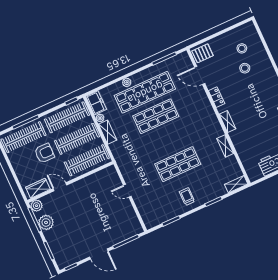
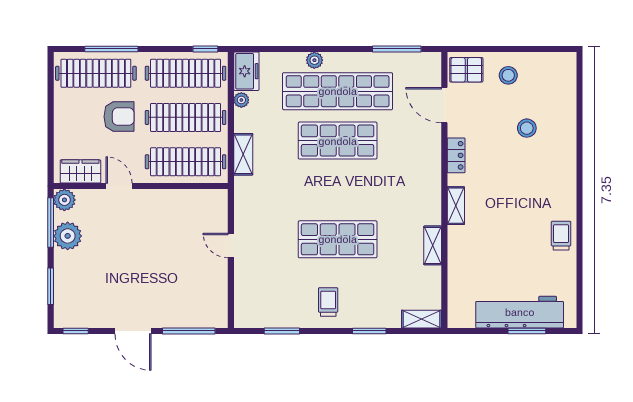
stool: (242, 48) -> (508, 75), moved
shelving: (108, 132) -> (243, 154), moved

